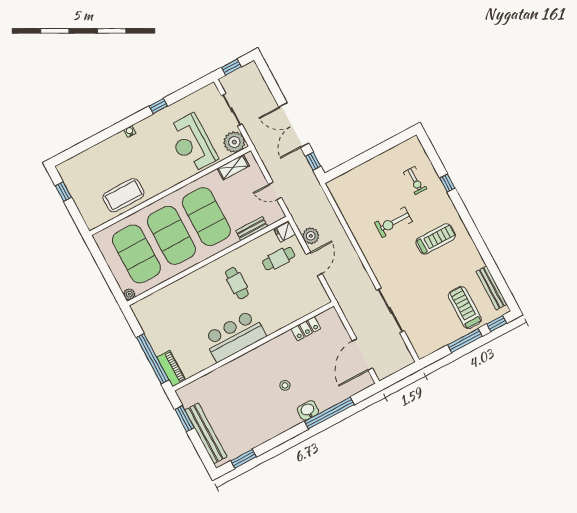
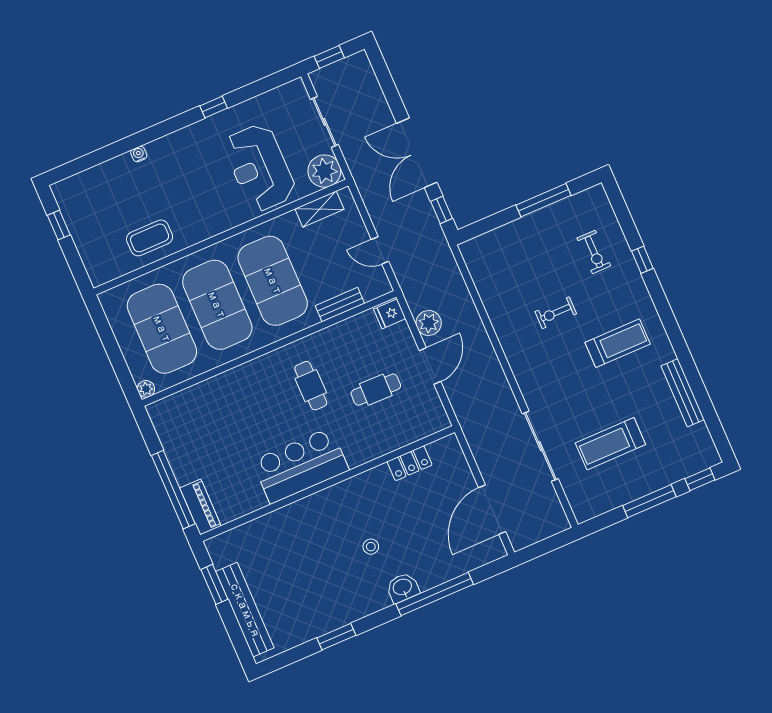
water cooler: (130, 131) -> (139, 154), moved
window: (379, 149) -> (543, 200), added
coffee table: (124, 195) -> (150, 238), width x0.73, depth x0.76
exercise bike: (393, 222) -> (556, 313), width x0.73, depth x0.72
cafe table: (279, 259) -> (376, 390), moved
bench: (492, 288) -> (683, 393), moved
treadmill: (465, 308) -> (610, 444), moved, turned -90
window: (243, 459) -> (336, 637), moved

